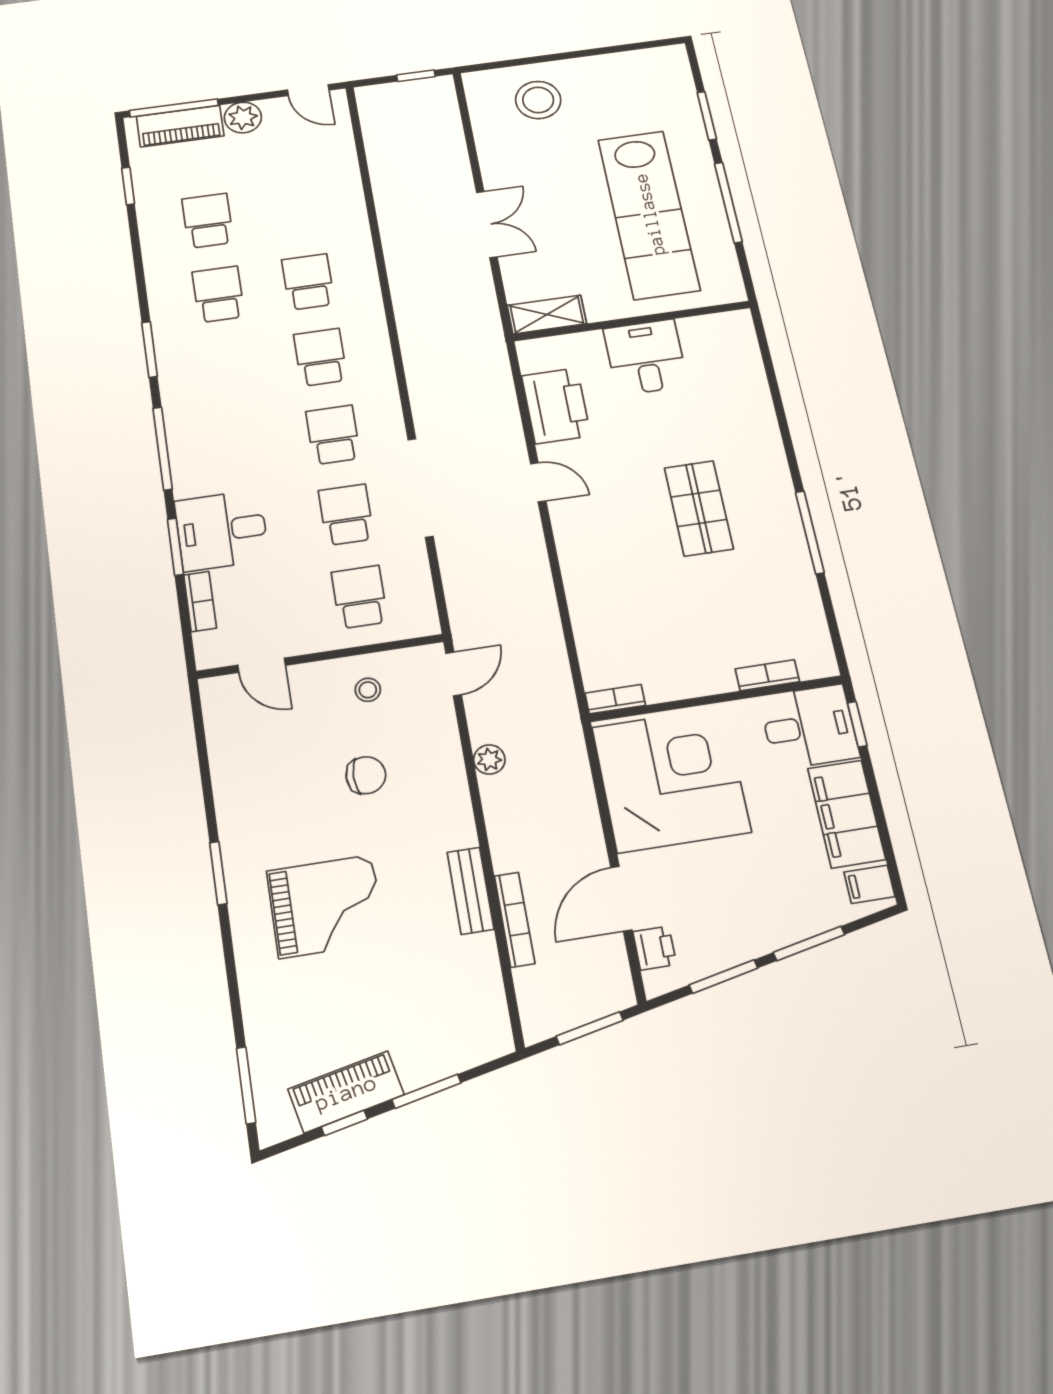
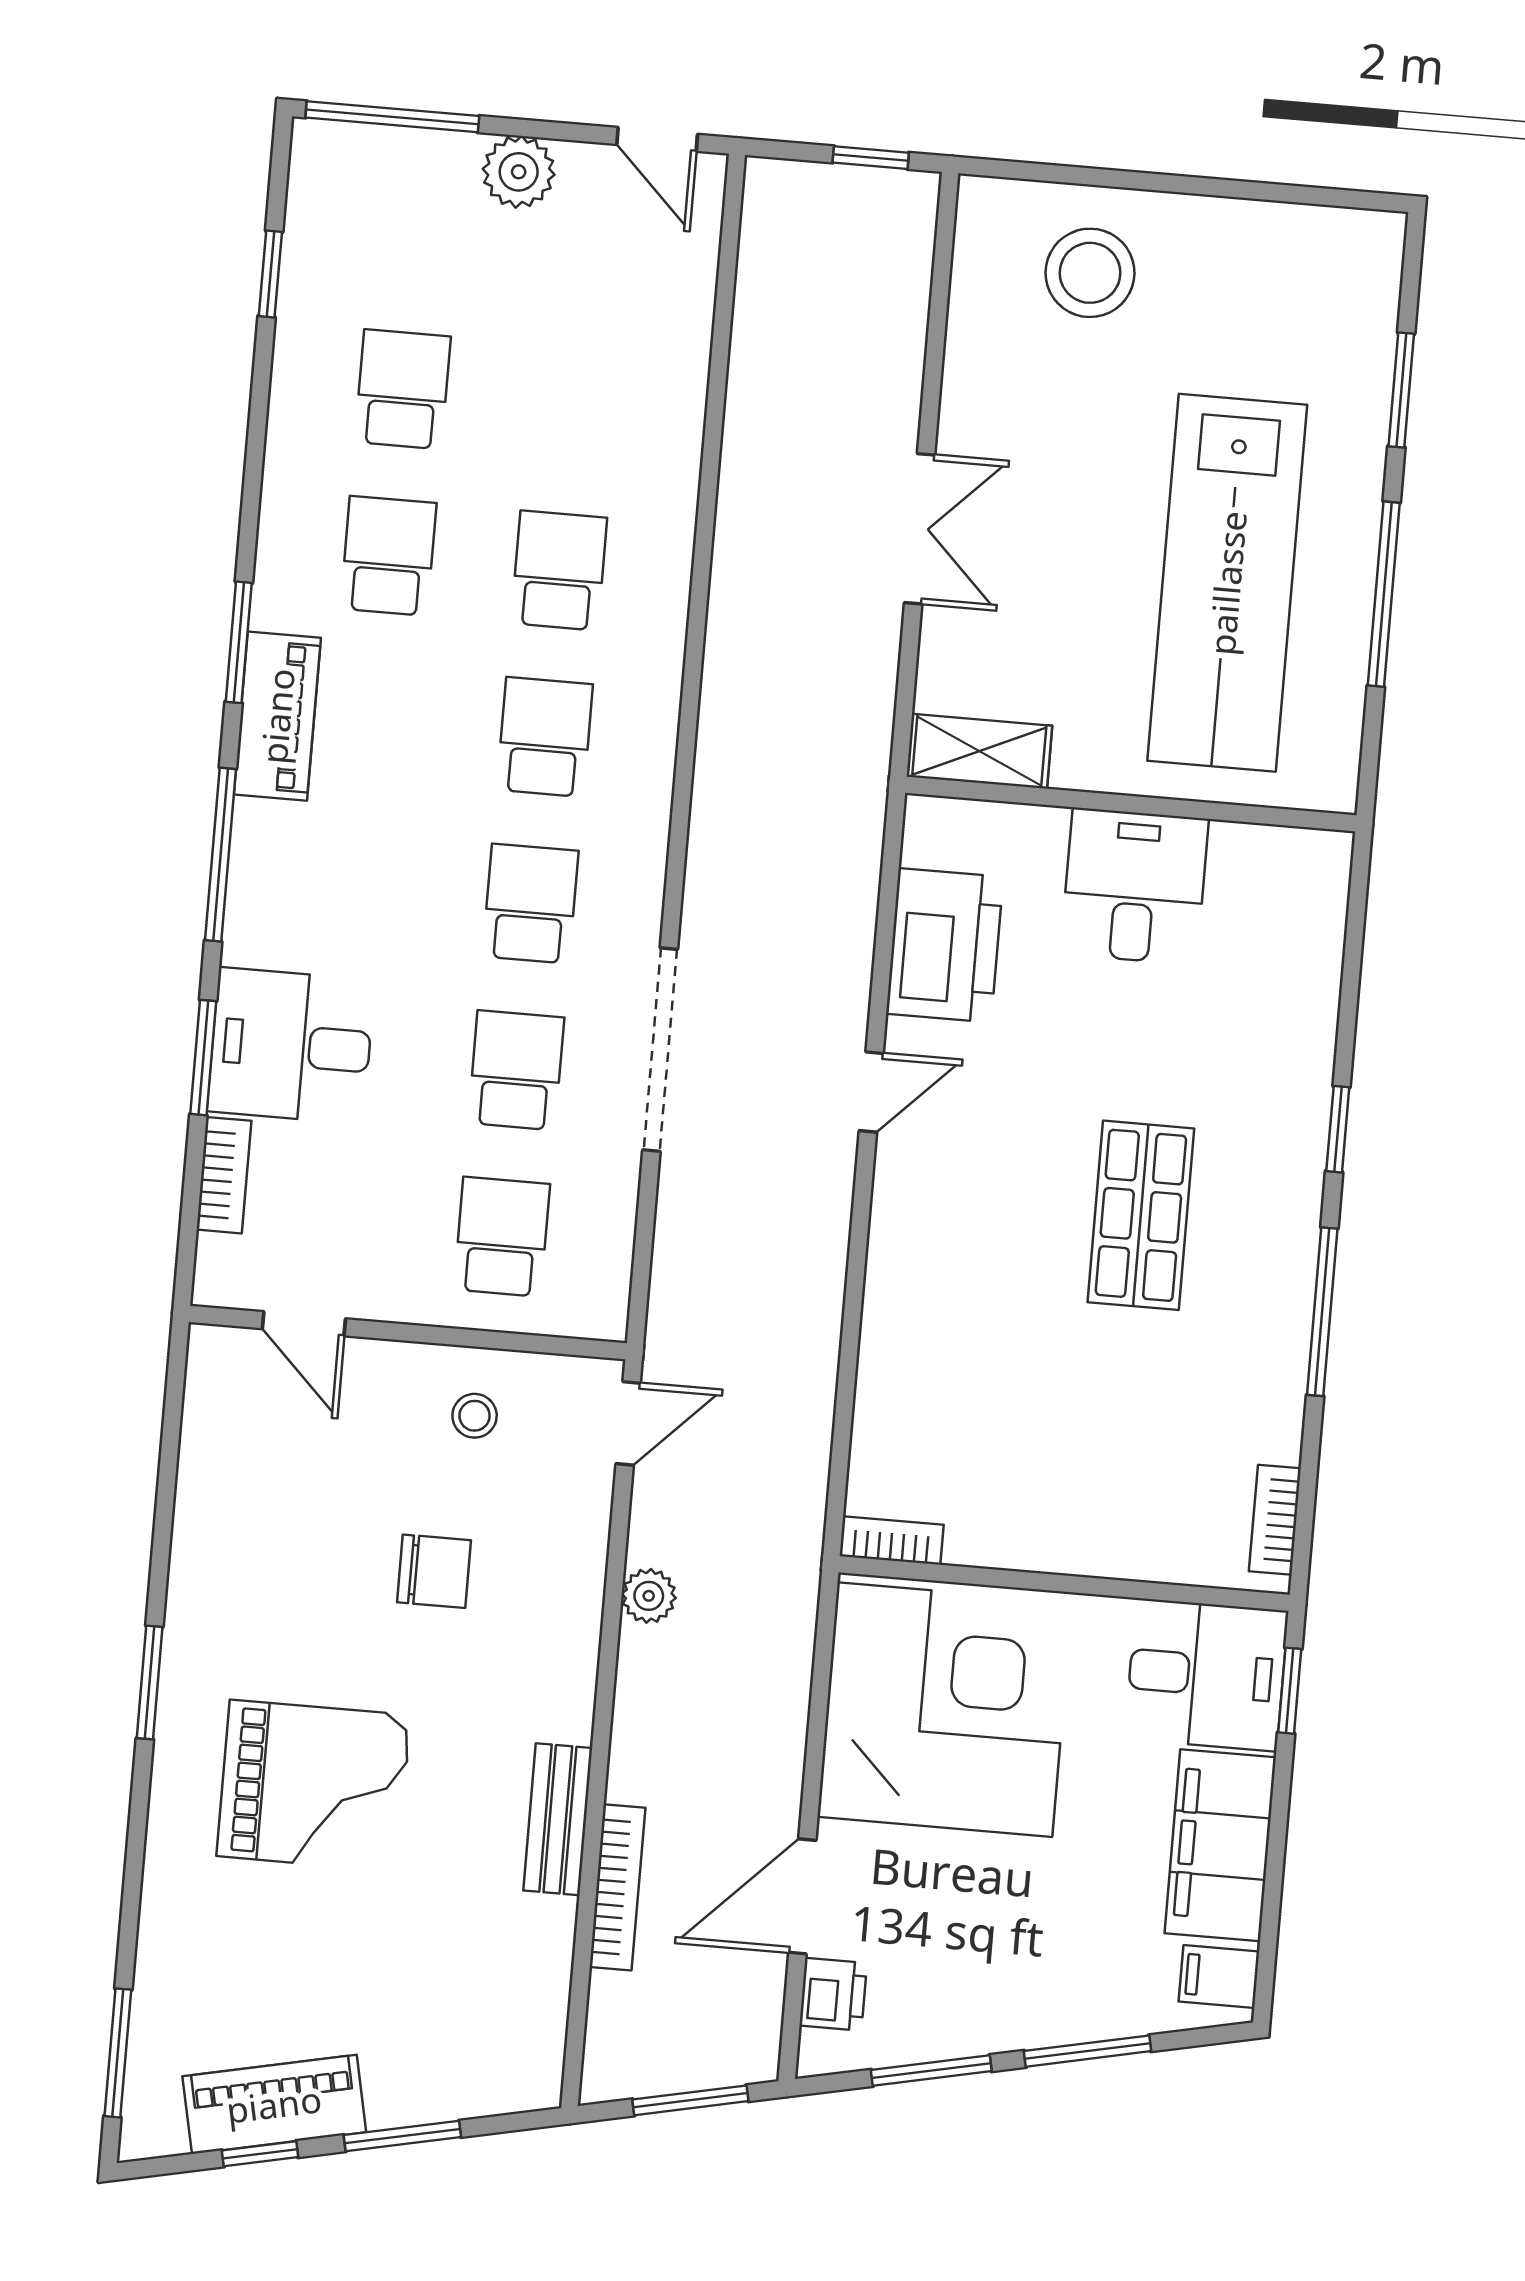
piano: (180, 126) -> (277, 716), moved, turned -90
window: (788, 444) -> (1338, 1129), added
door: (538, 482) -> (871, 1092), hinge flipped
bookcase: (767, 675) -> (1275, 1520), moved, turned -90

